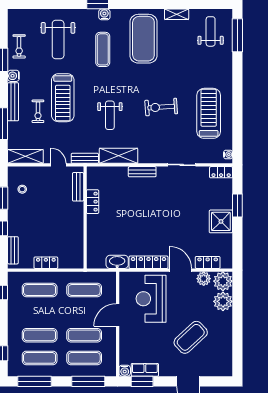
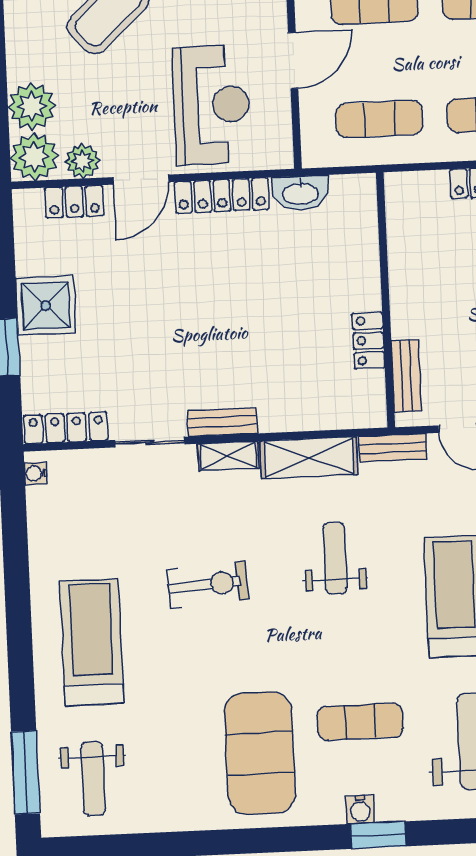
shelving: (177, 14) -> (228, 456), moved
exercise mat: (103, 49) -> (360, 722), turned 90
treadmill: (209, 113) -> (92, 642), moved, turned 180
bench: (142, 172) -> (222, 422), moved
locker: (221, 172) -> (66, 428), width x1.53
door: (181, 270) -> (141, 180), hinge flipped

